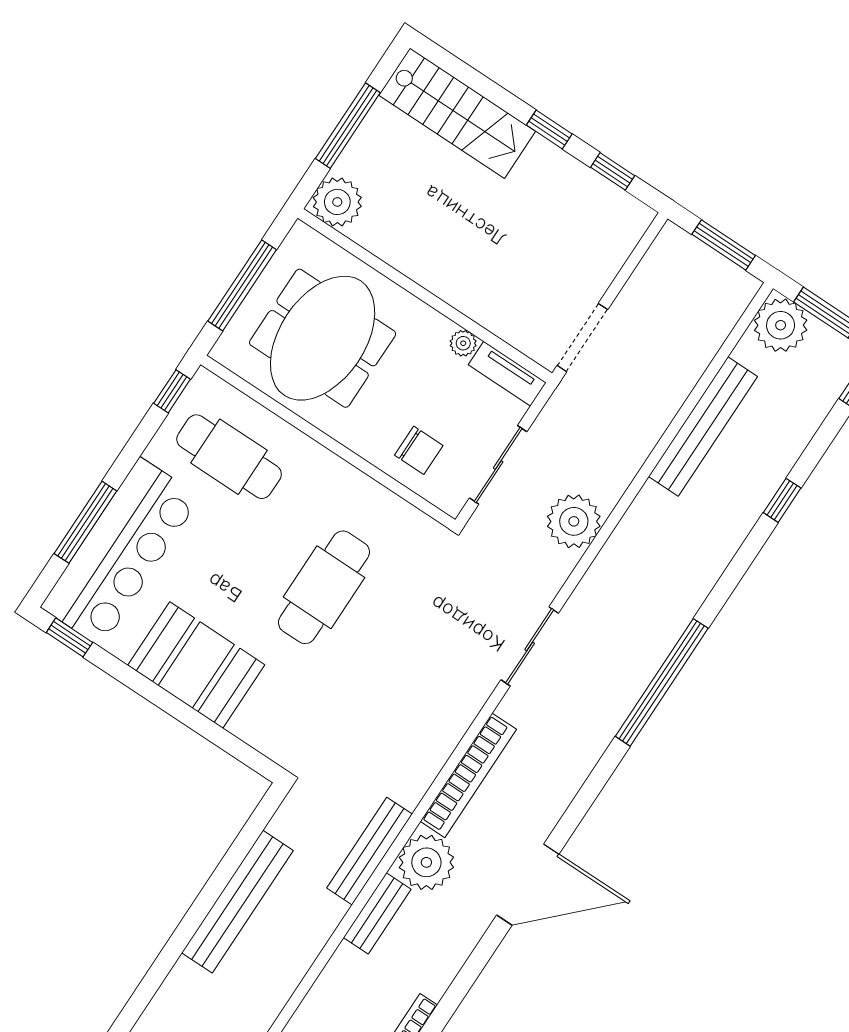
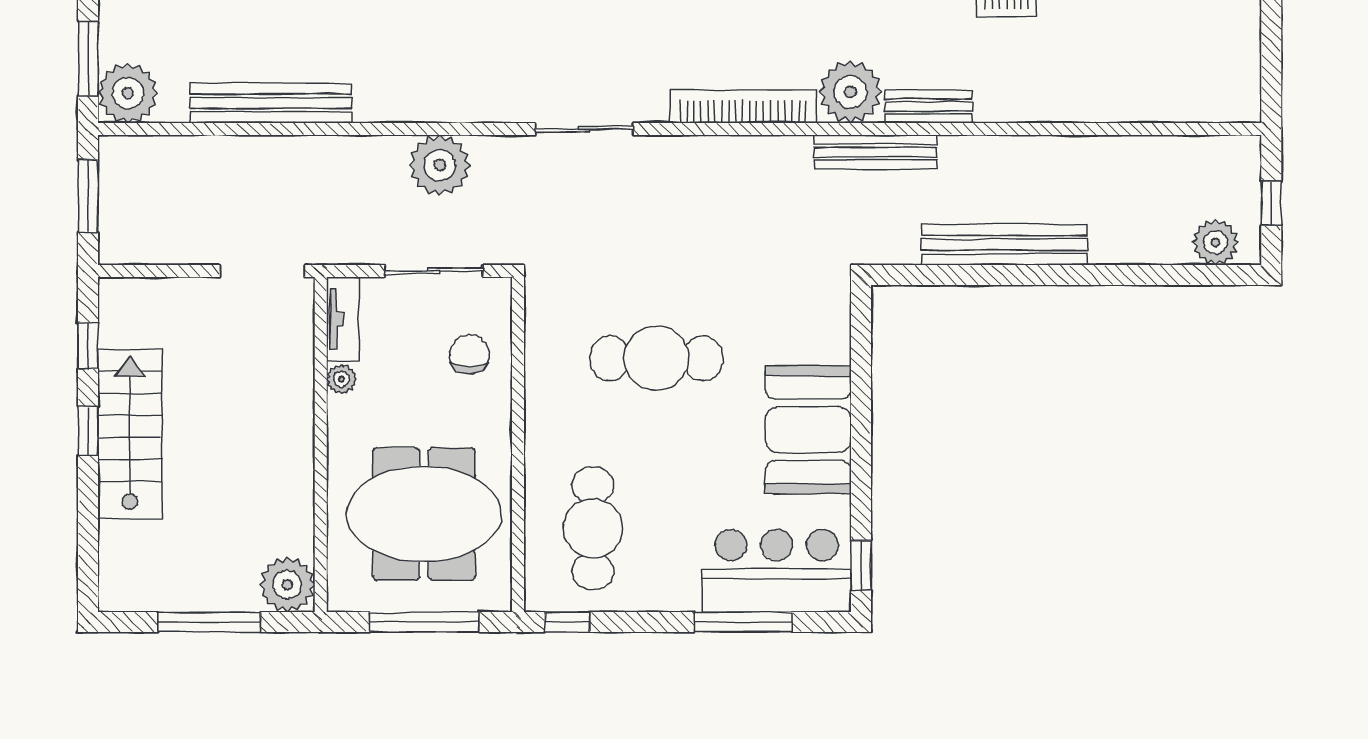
stairs: (457, 113) -> (130, 434), moved
bar counter: (121, 552) -> (777, 571), width x0.73

